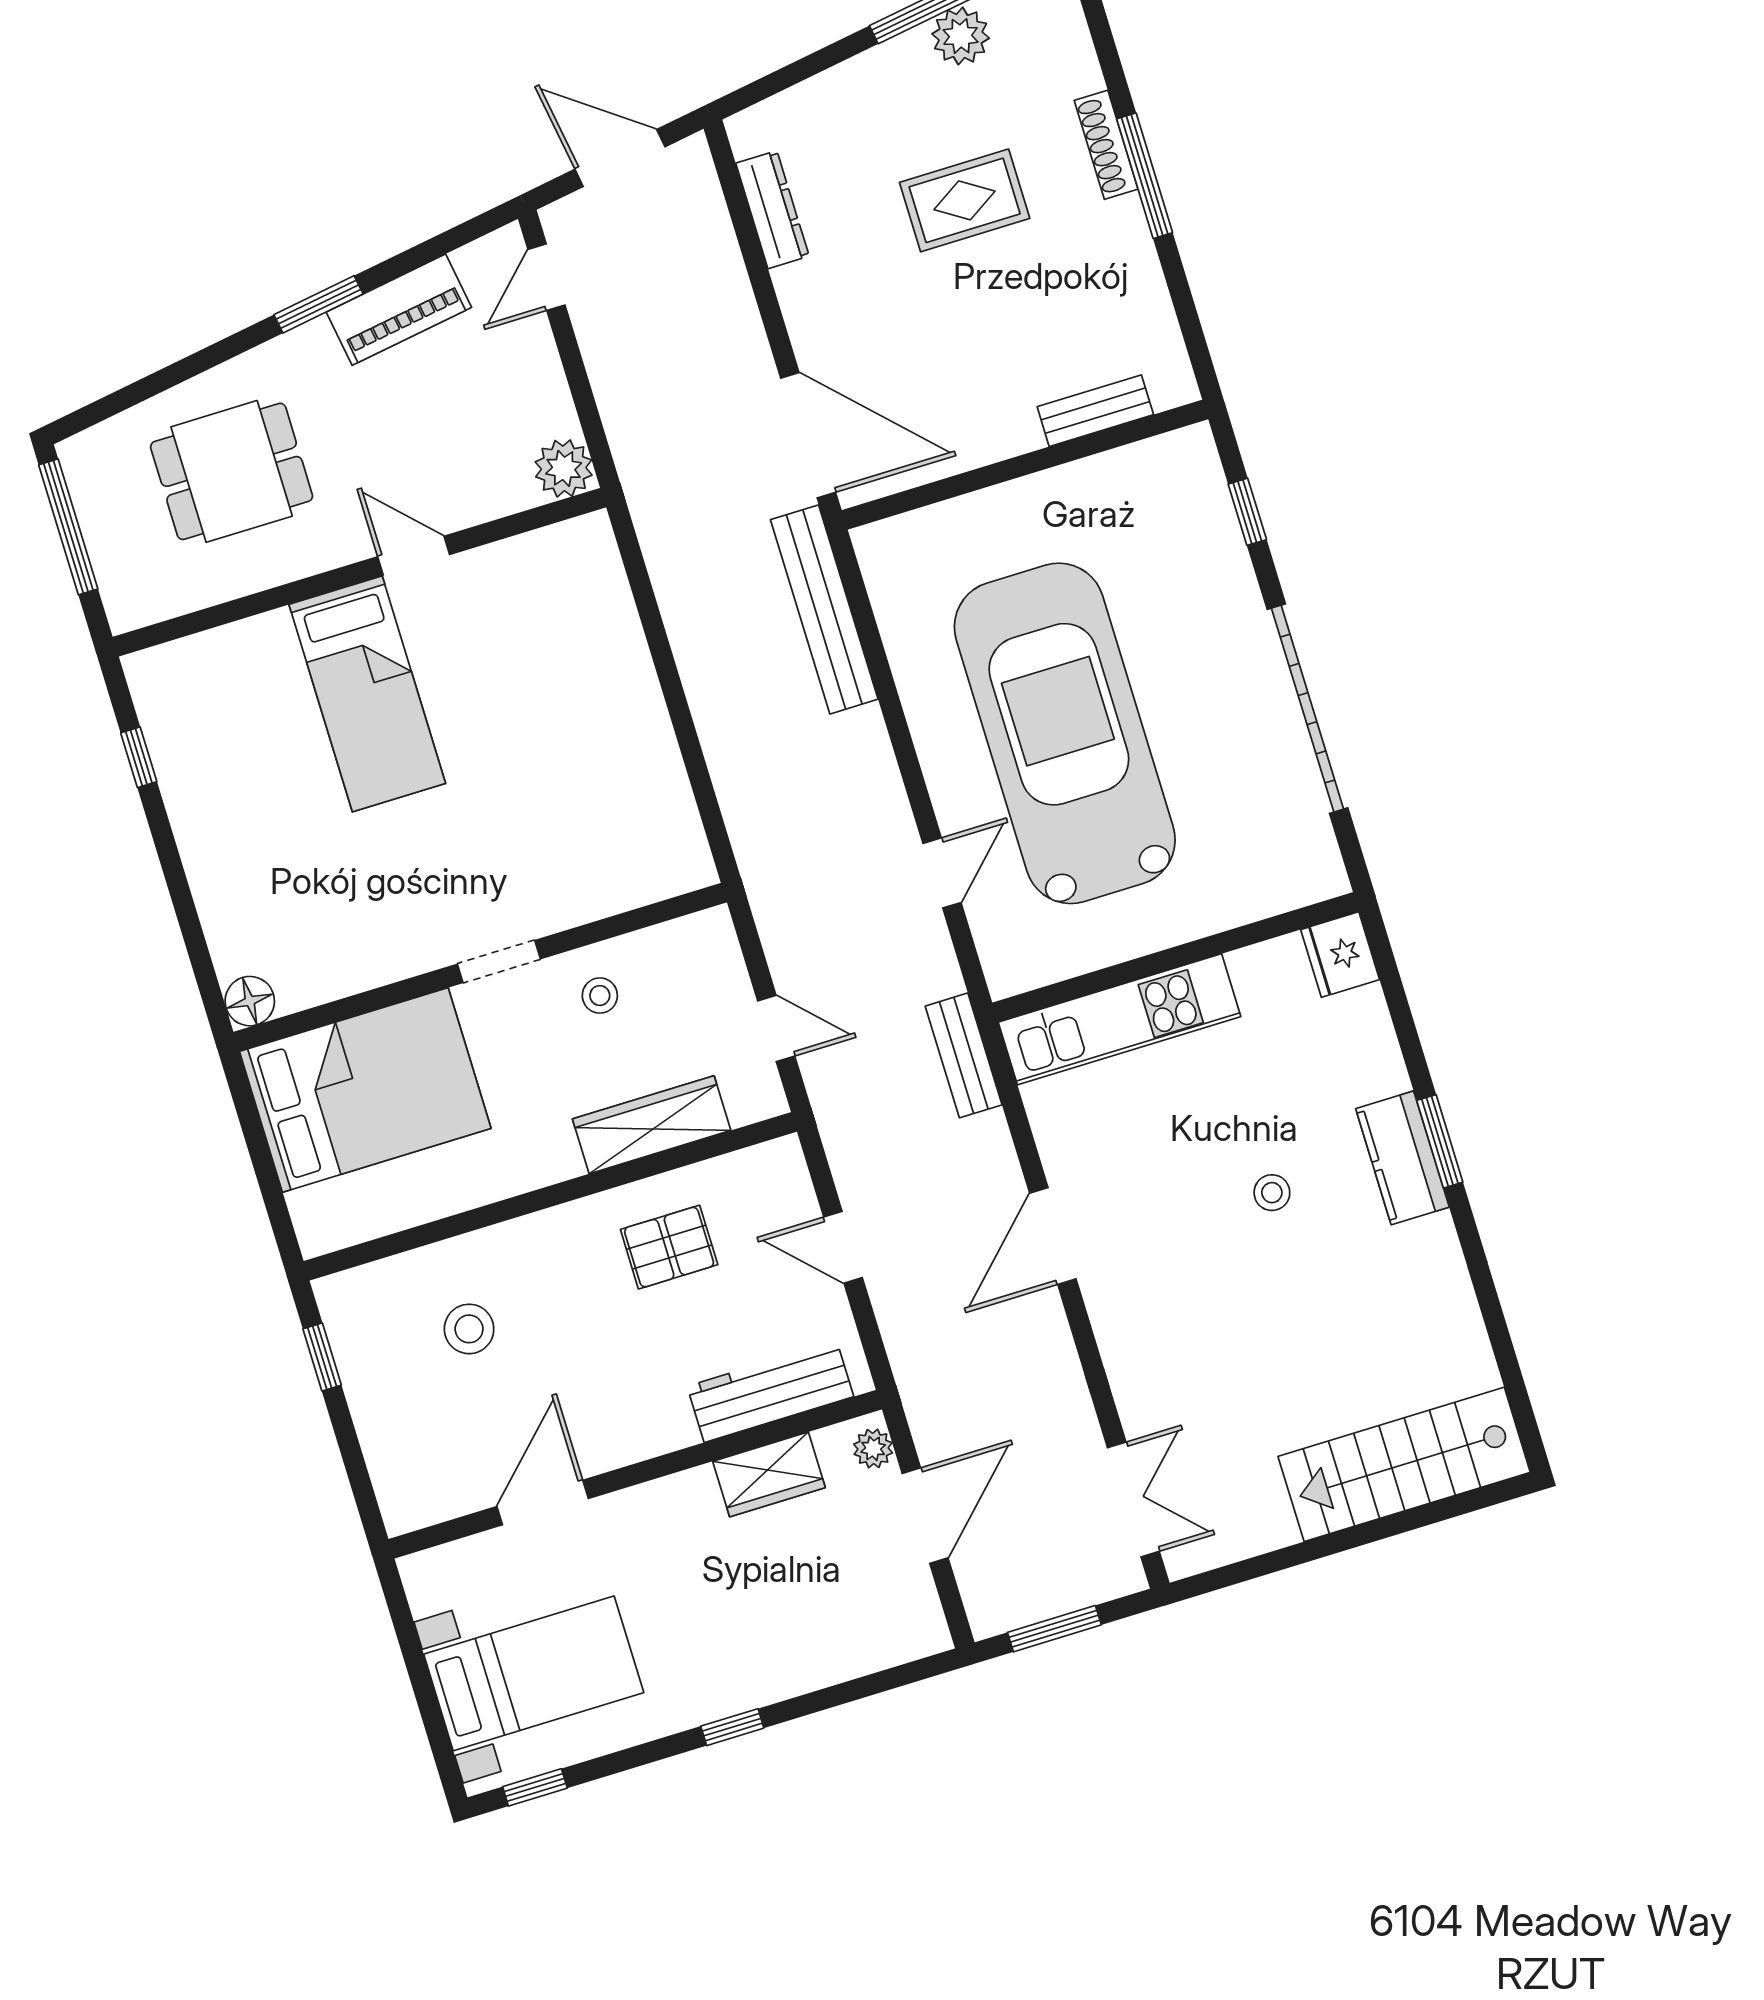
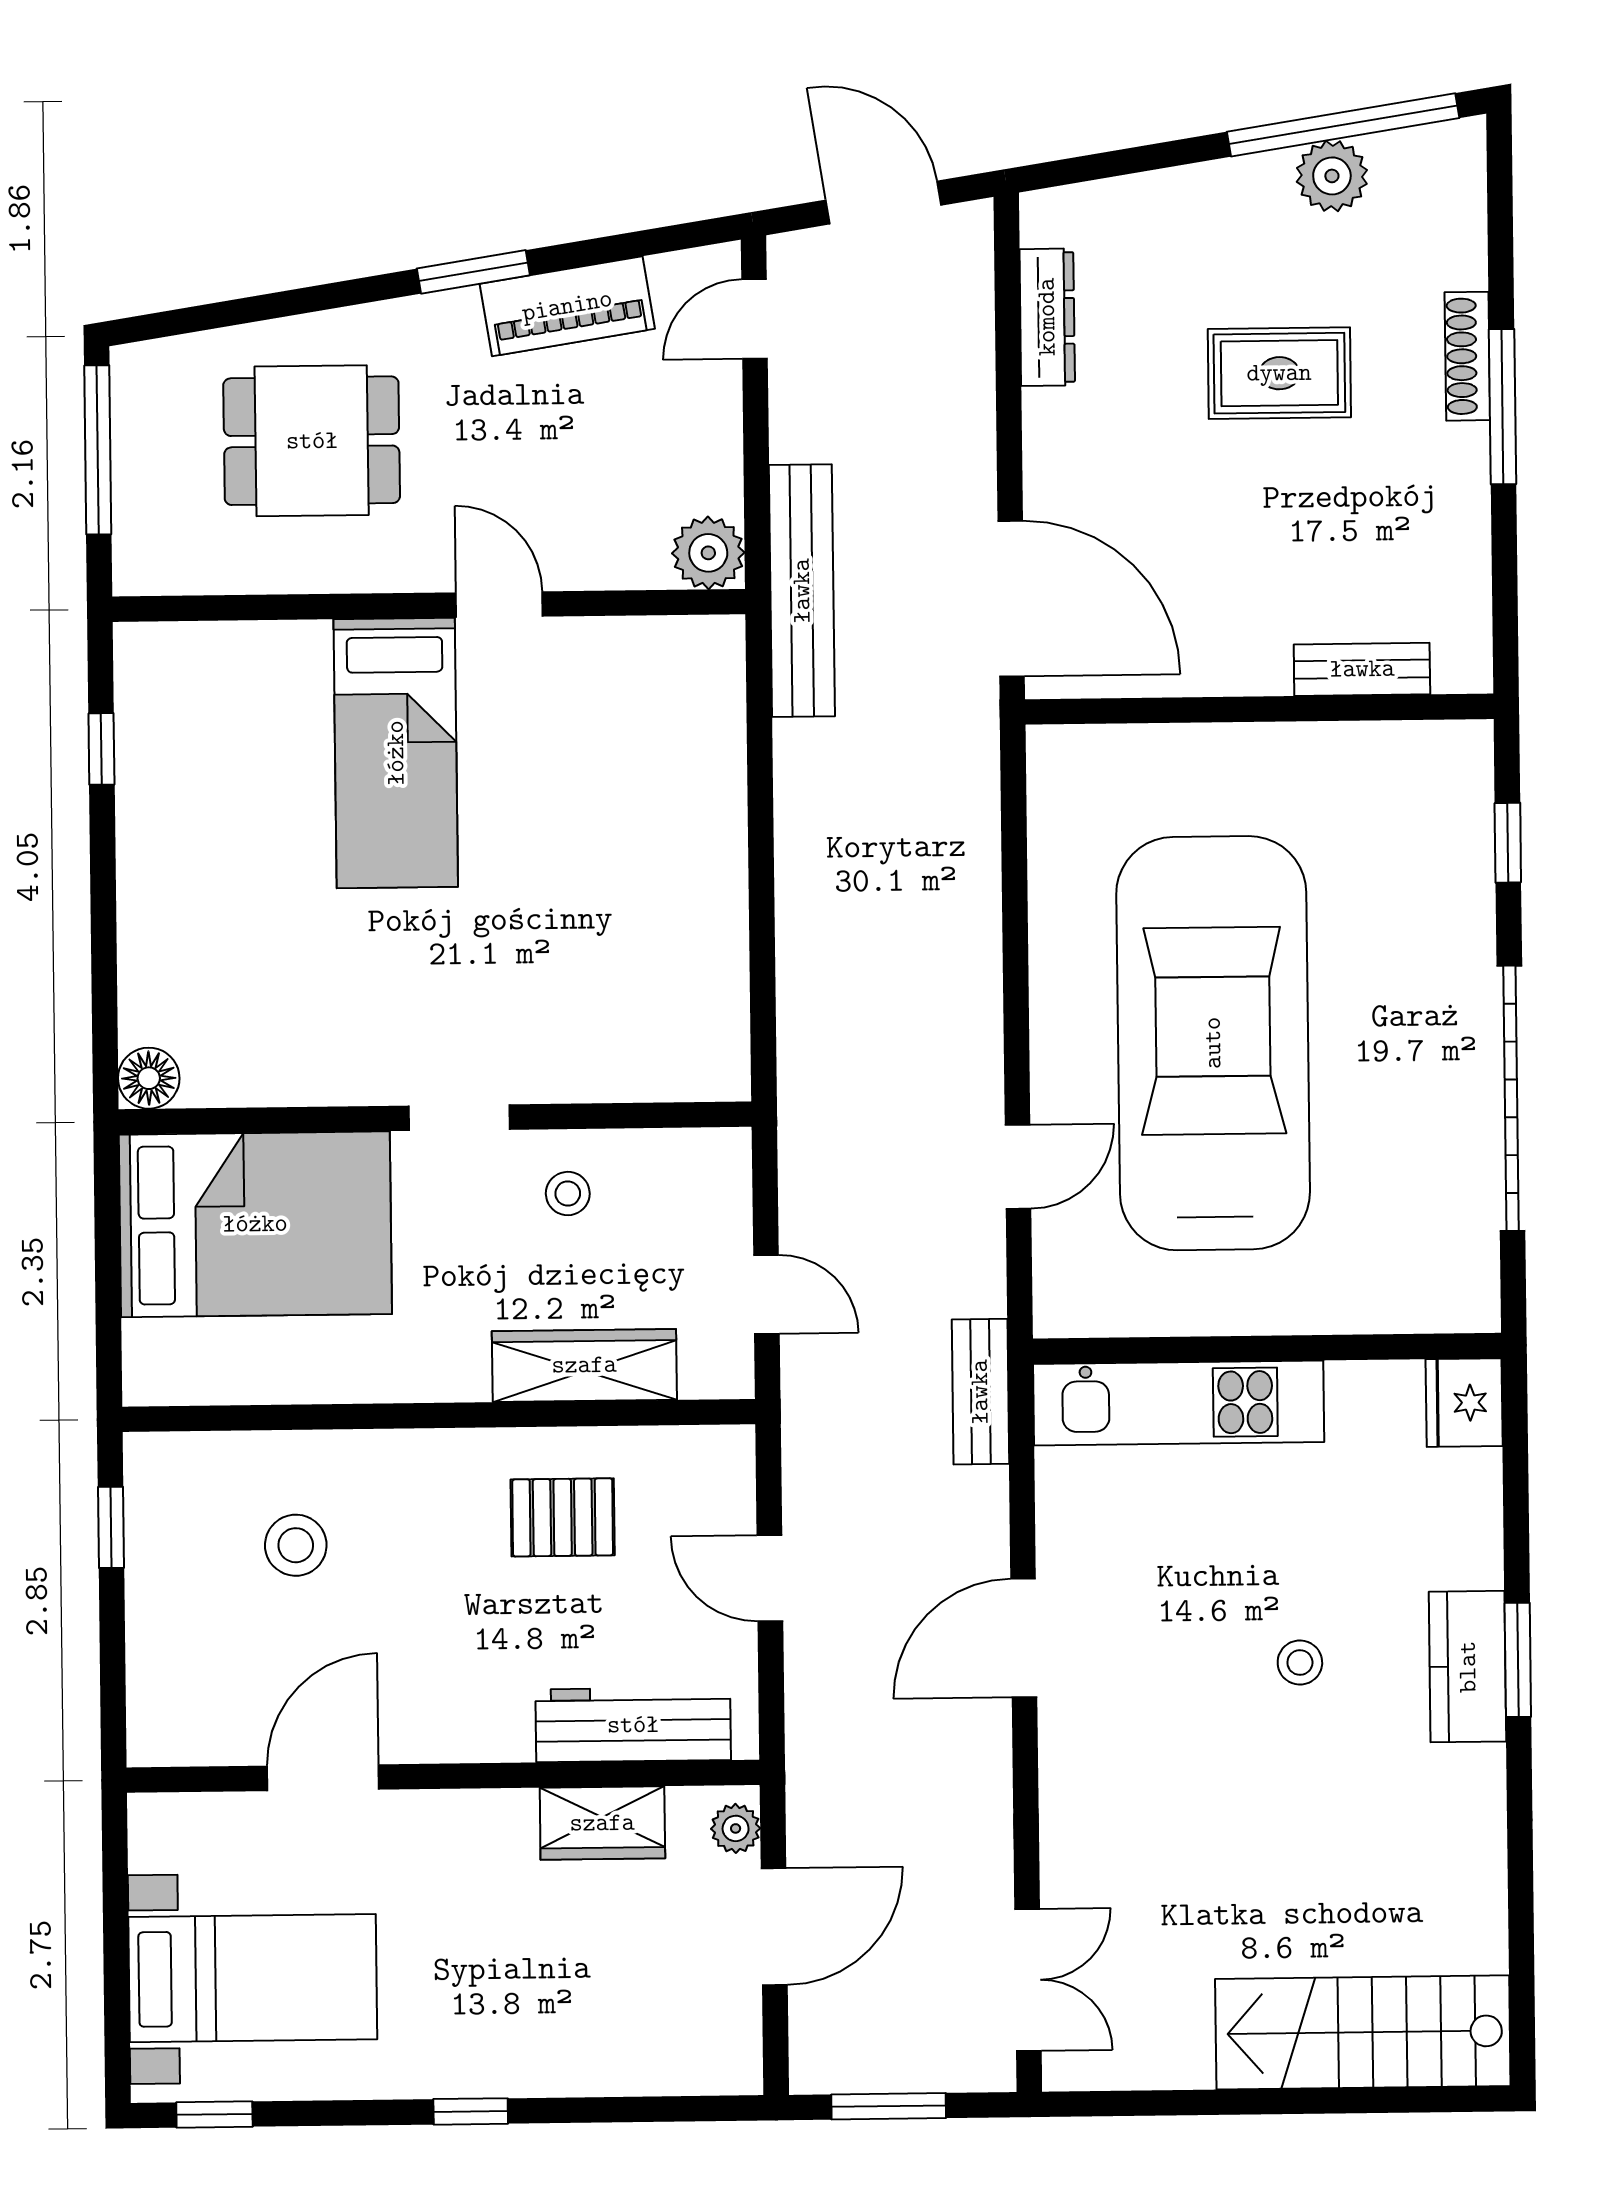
bench: (824, 609) -> (802, 591), moved

